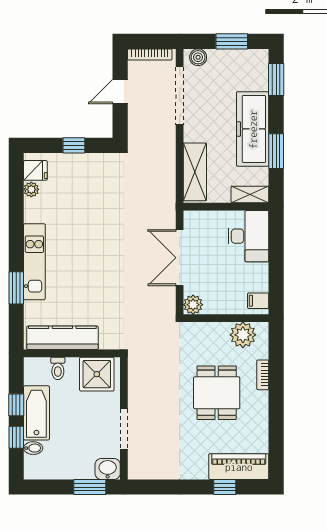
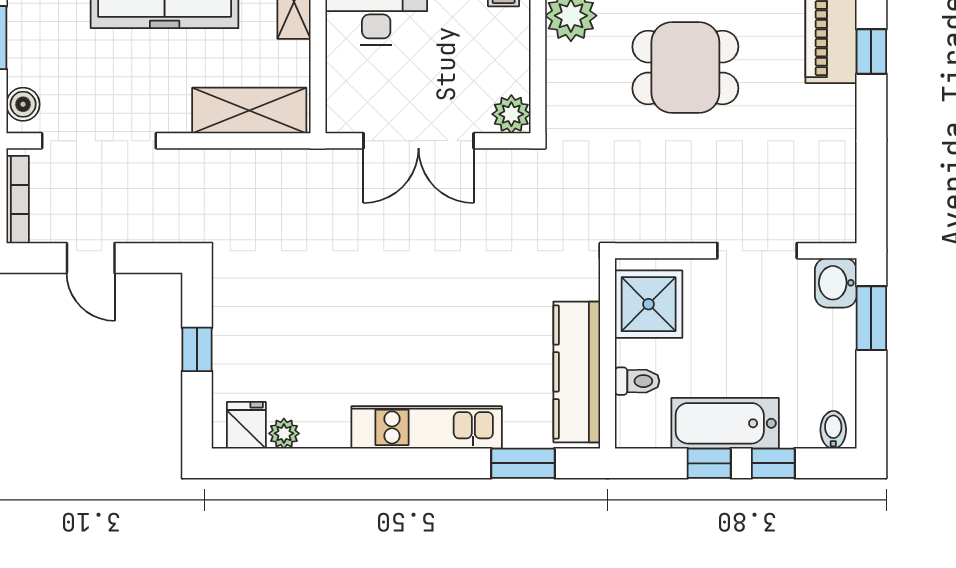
window: (16, 288) -> (523, 463), moved
bidet: (33, 448) -> (833, 430), moved

